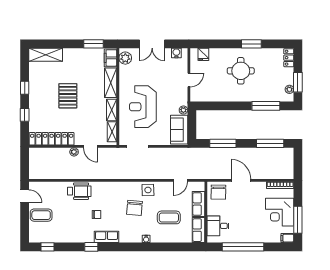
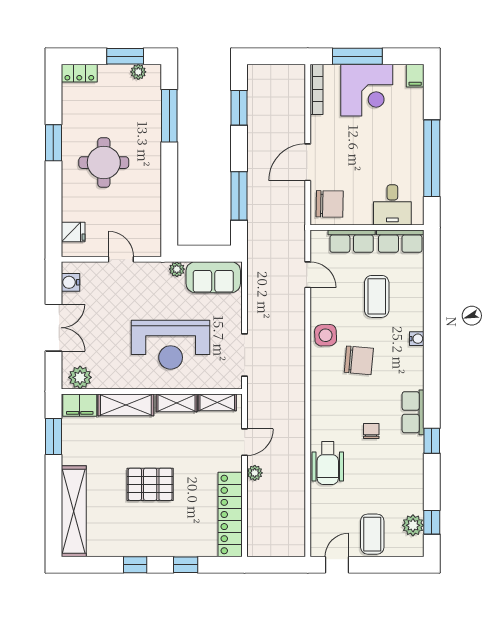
shelving: (46, 55) -> (74, 511), width x1.47
window: (270, 143) -> (239, 108), width x0.69
wheelchair: (79, 191) -> (328, 463), turned 180
window: (298, 220) -> (357, 56), moved
plant: (46, 237) -> (413, 525), added

